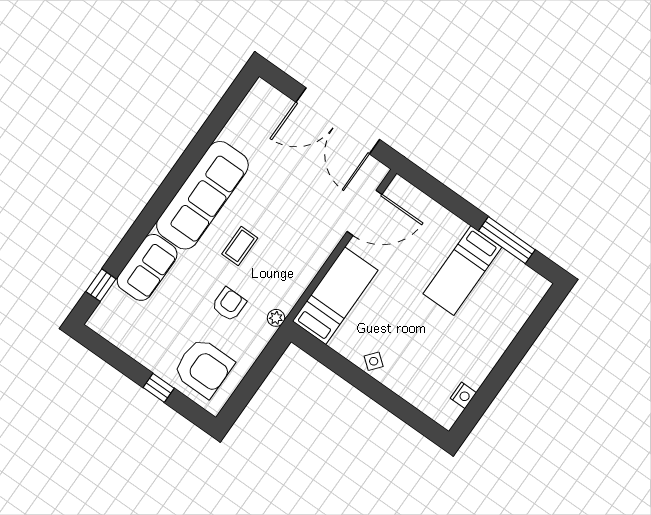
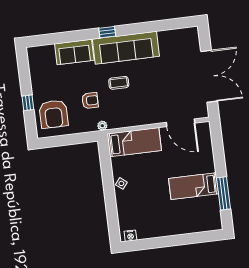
double door: (338, 121) -> (209, 76), swing flipped
window: (101, 285) -> (107, 32), moved
nightstand: (463, 395) -> (130, 236), moved

